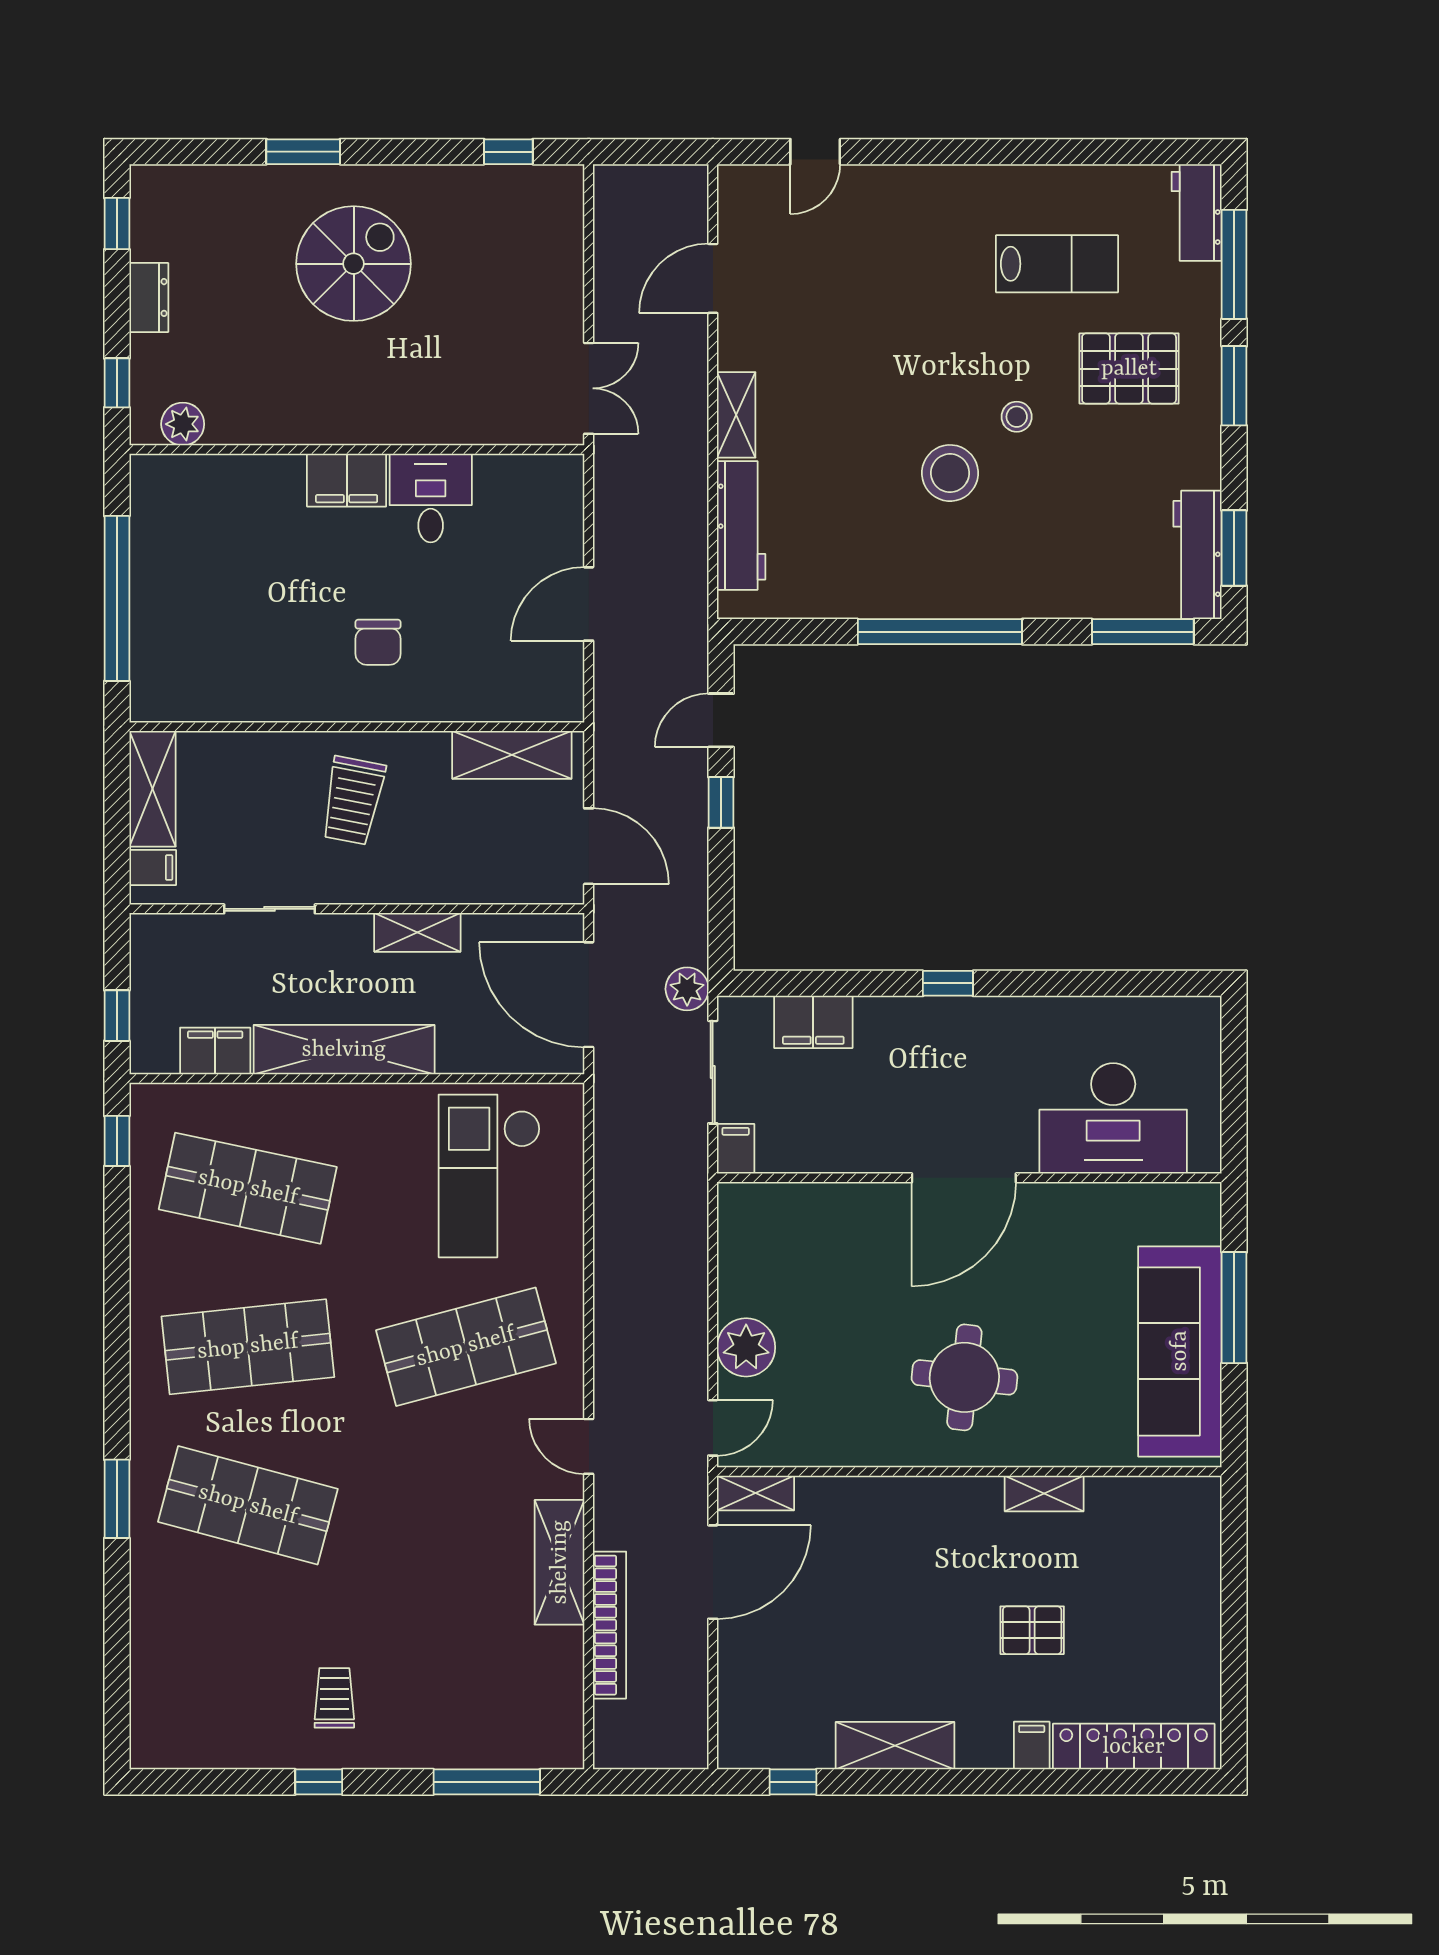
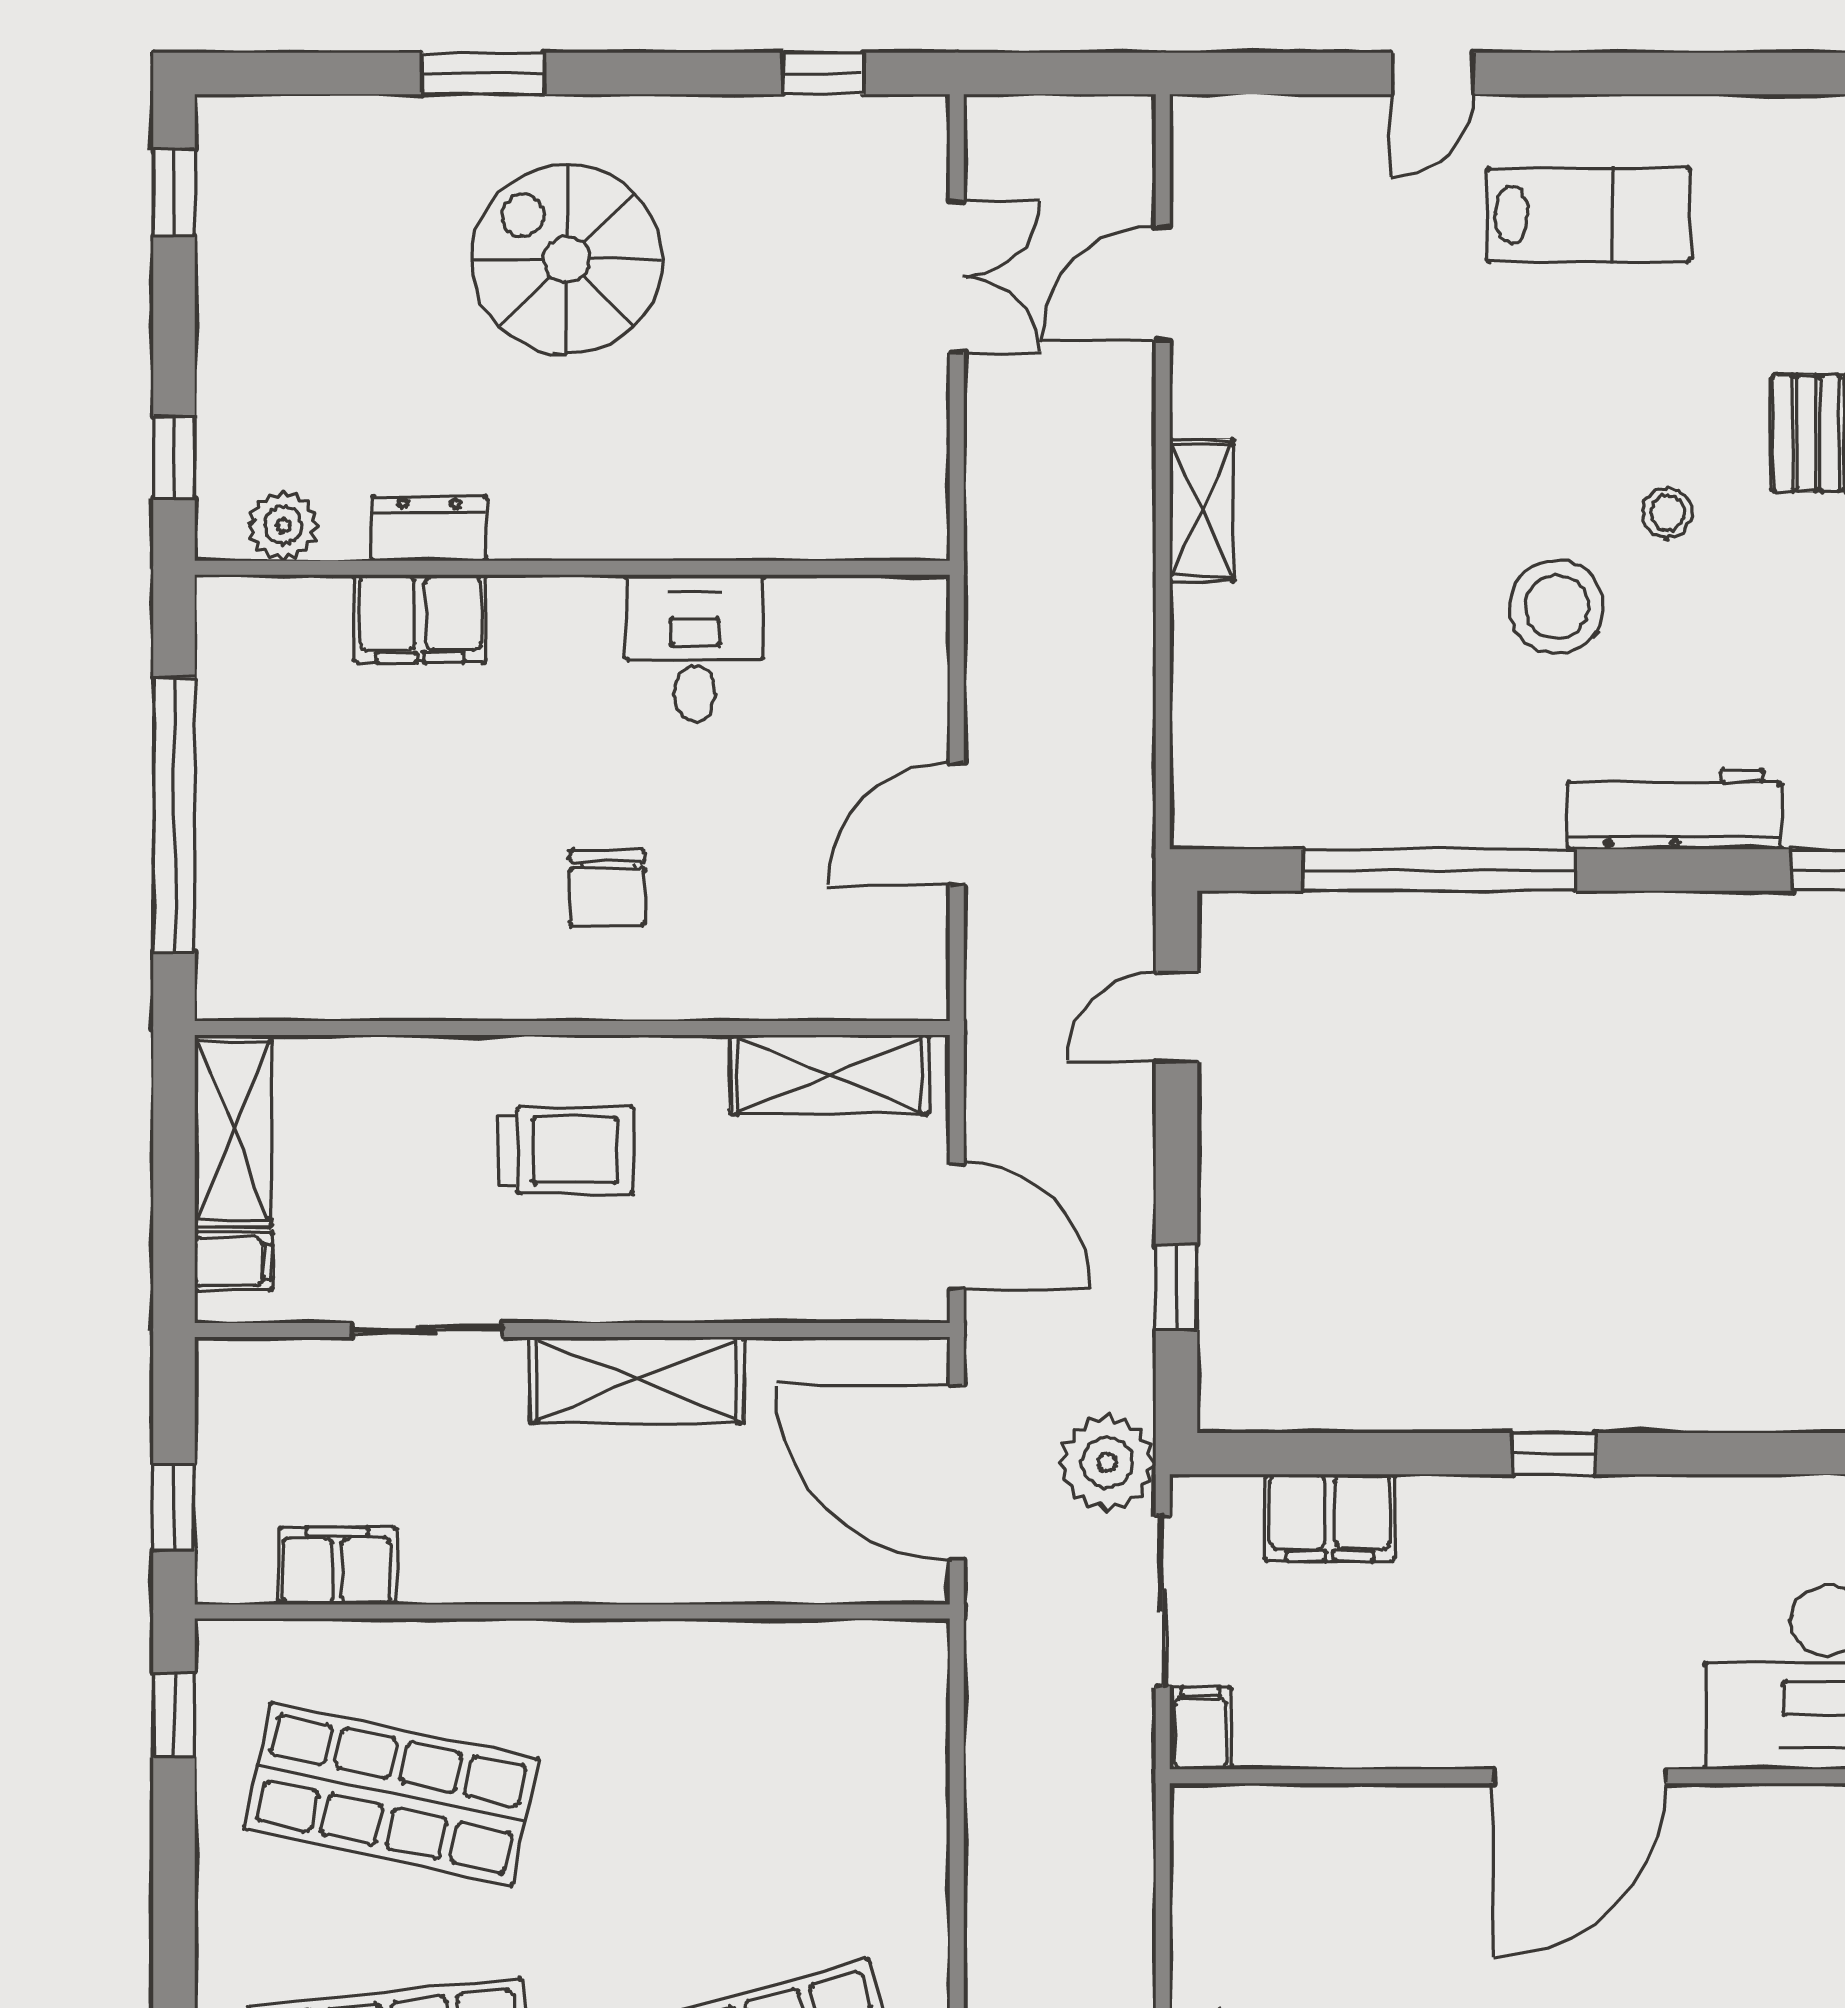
door: (815, 152) -> (1432, 73), moved
spiral stairs: (354, 264) -> (567, 259), turned -90
lab bench: (1057, 264) -> (1588, 215), moved
dresser: (149, 297) -> (429, 529), moved, turned -90
double door: (589, 388) -> (957, 277), moved
filing cabinet: (347, 480) -> (420, 619), moved
workbench: (741, 525) -> (1674, 809), moved, turned -90
window: (940, 632) -> (1439, 870), moved
trolley: (353, 801) -> (566, 1150), turned -101
window: (721, 802) -> (1177, 1287), moved
shelving: (417, 932) -> (637, 1380), width x1.50, depth x1.33
plant: (687, 989) -> (1107, 1463), width x1.36, depth x1.36
shelving: (344, 1050) -> (551, 1564), removed
checkout: (489, 1176) -> (792, 1773), removed

